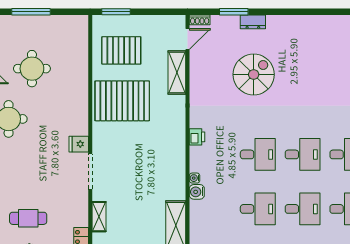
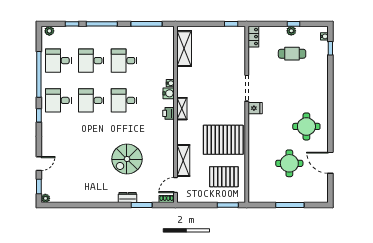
water cooler: (197, 192) -> (169, 93), moved
shelving: (99, 217) -> (182, 109), moved

